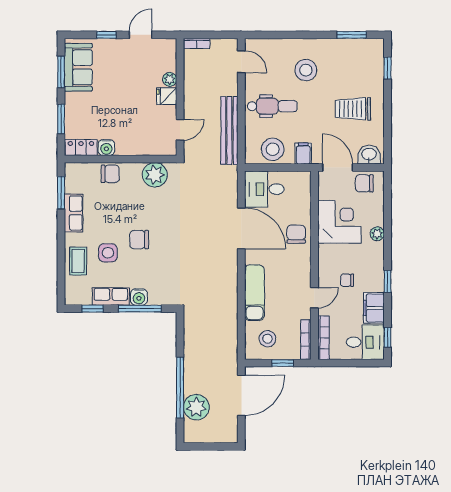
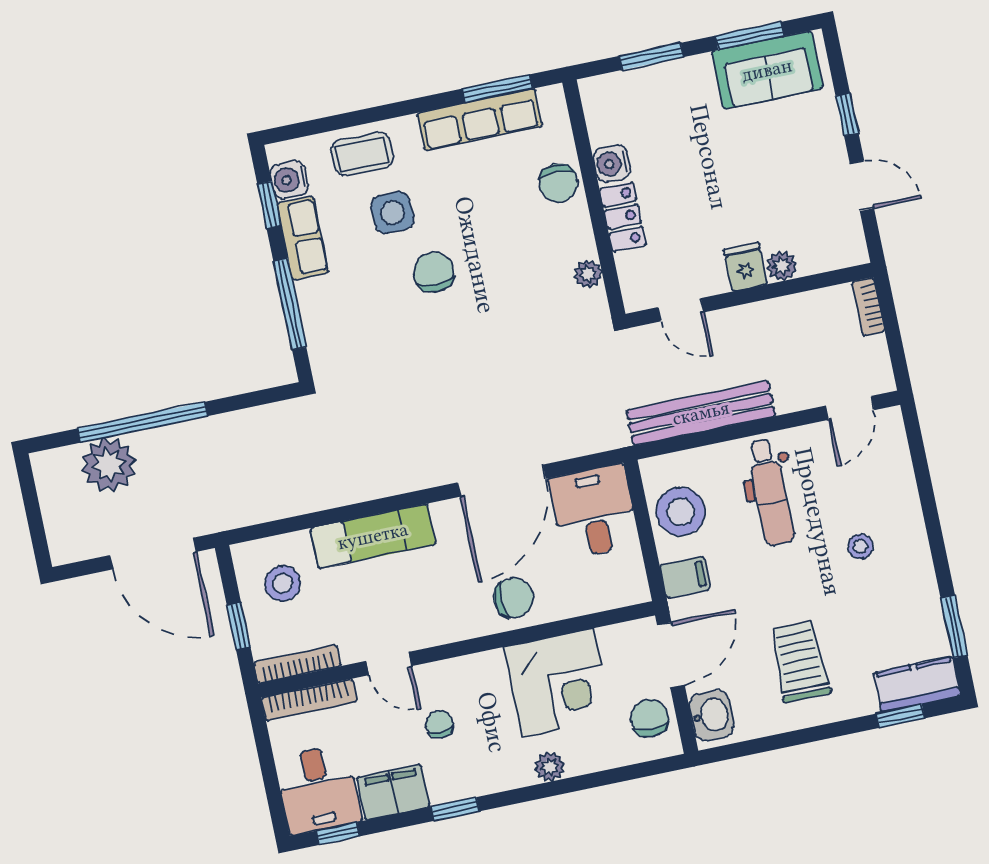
kitchen counter: (375, 57) -> (917, 684), added
stool: (306, 70) -> (861, 546), width x0.53, depth x0.53
locker: (81, 148) -> (623, 217), moved
plant: (155, 175) -> (588, 274), width x0.53, depth x0.53
row of seats: (74, 213) -> (480, 120), width x1.48
water cooler: (139, 297) -> (289, 180), moved

